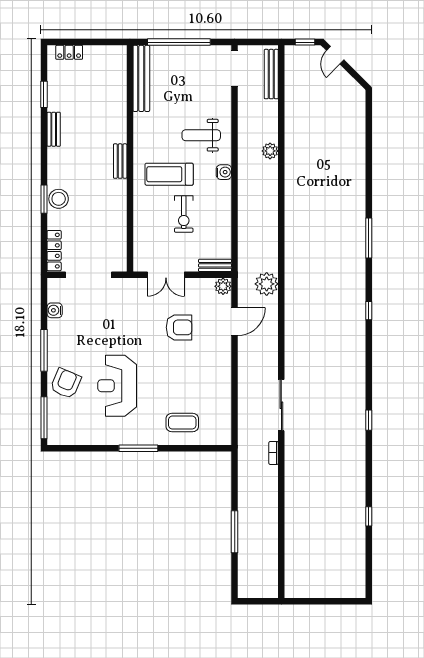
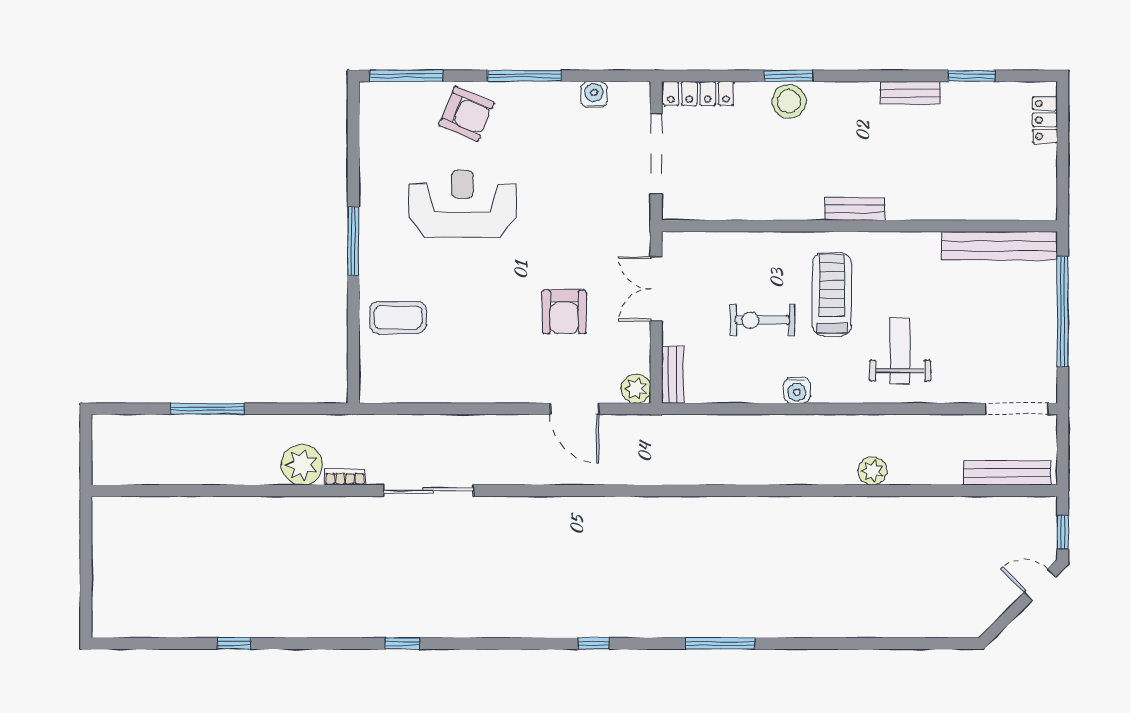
water cooler: (224, 172) -> (797, 390), moved
plant: (267, 284) -> (302, 465), moved
coffee table: (182, 423) -> (398, 317), turned 90

